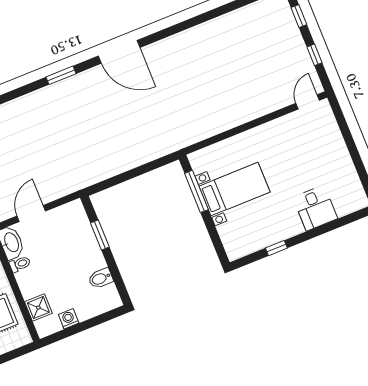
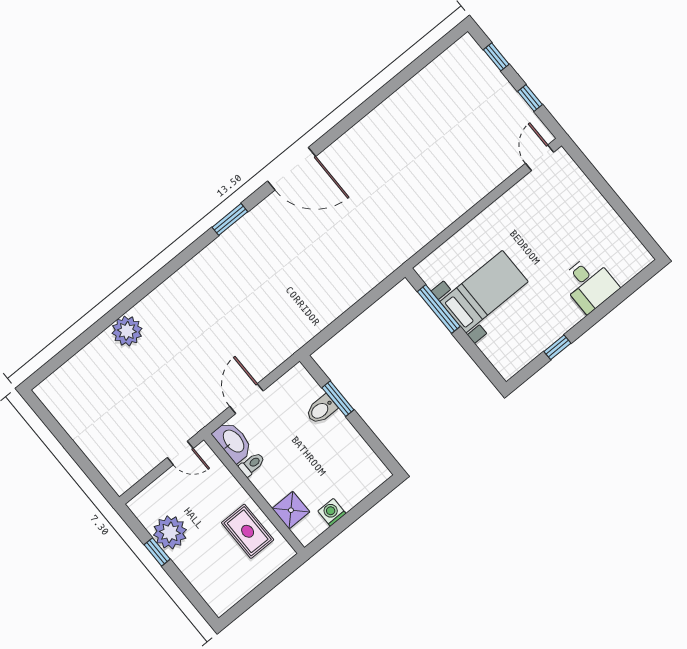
bidet: (101, 278) -> (321, 410), moved

